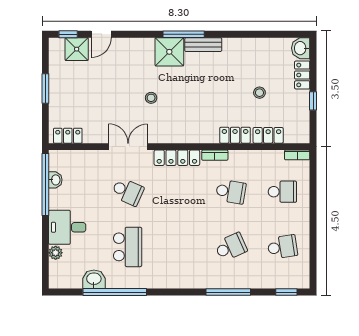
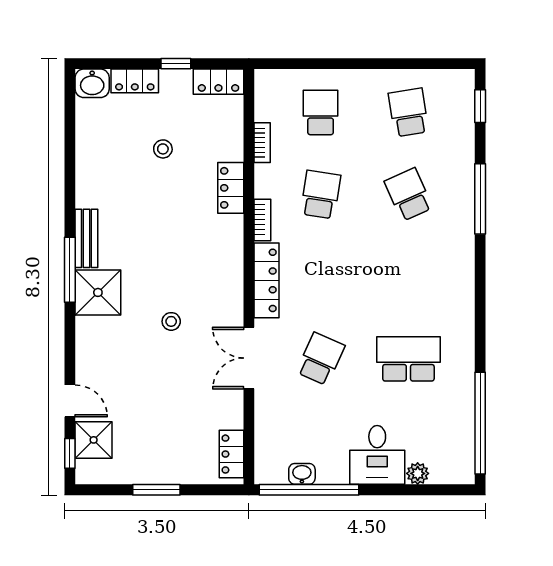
locker: (268, 135) -> (218, 82), moved, turned -90
bookcase: (297, 155) -> (262, 143), moved
washbasin: (94, 279) -> (460, 412), removed
window: (115, 292) -> (480, 423), moved

